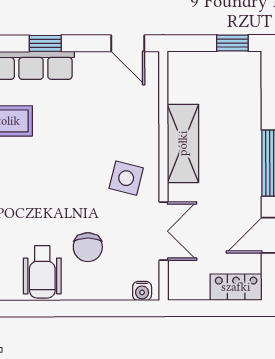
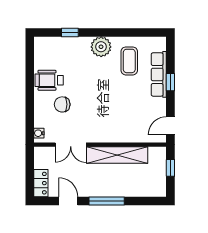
window: (232, 43) -> (170, 168), moved
shelving: (183, 143) -> (117, 155), width x1.47
side table: (126, 178) -> (99, 125), removed

